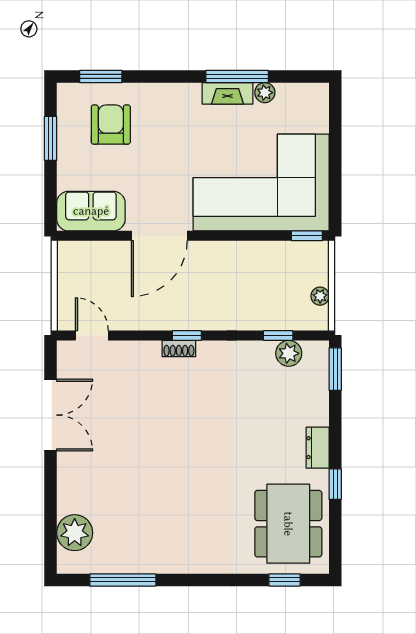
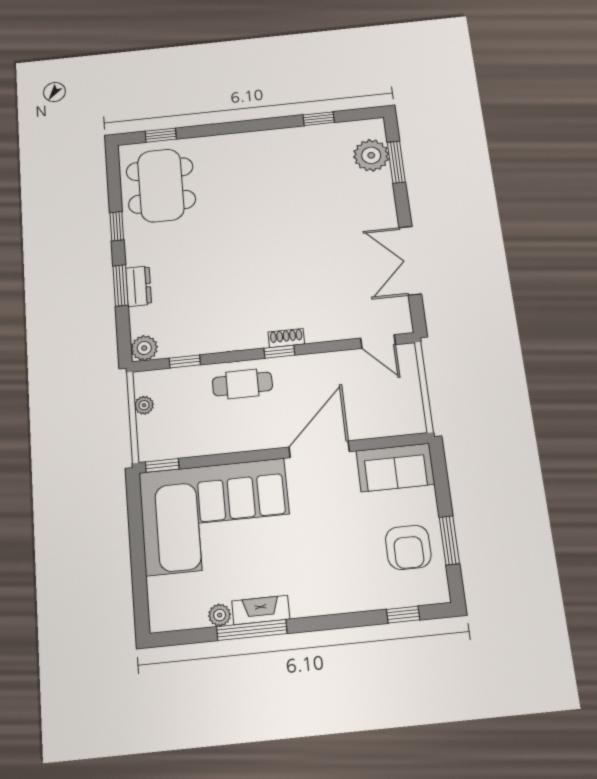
window: (101, 76) -> (403, 615), width x0.67
armchair: (111, 125) -> (408, 547), moved
cafe table: (225, 307) -> (242, 384), added
plant: (289, 353) -> (144, 348), moved
window: (335, 369) -> (121, 285), moved
dresser: (318, 448) -> (139, 286), moved
window: (51, 522) -> (396, 162), added
window: (123, 580) -> (319, 119), width x0.46

